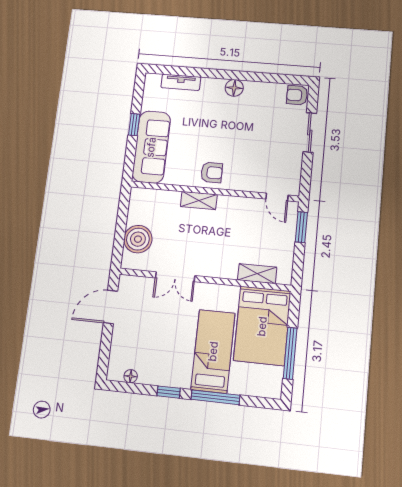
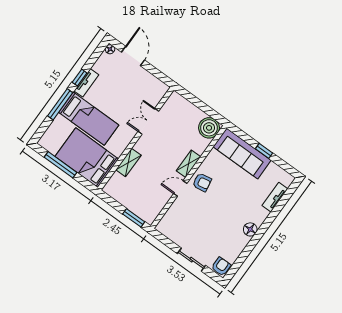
armchair: (212, 173) -> (202, 182), turned -100
door: (277, 197) -> (180, 188), moved
boiler: (138, 239) -> (209, 128), moved
shelving: (257, 274) -> (128, 162), moved
door: (111, 307) -> (133, 56), moved
floor lamp: (131, 376) -> (110, 49), moved
tv unit: (171, 380) -> (86, 83), added

